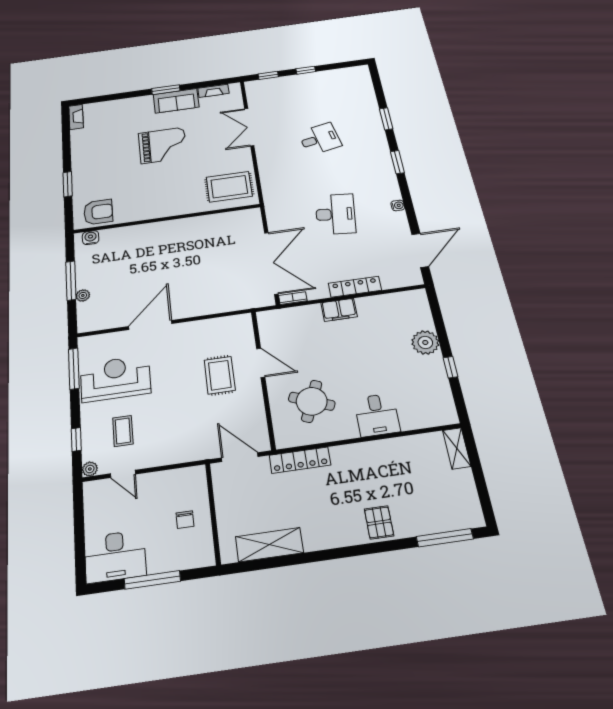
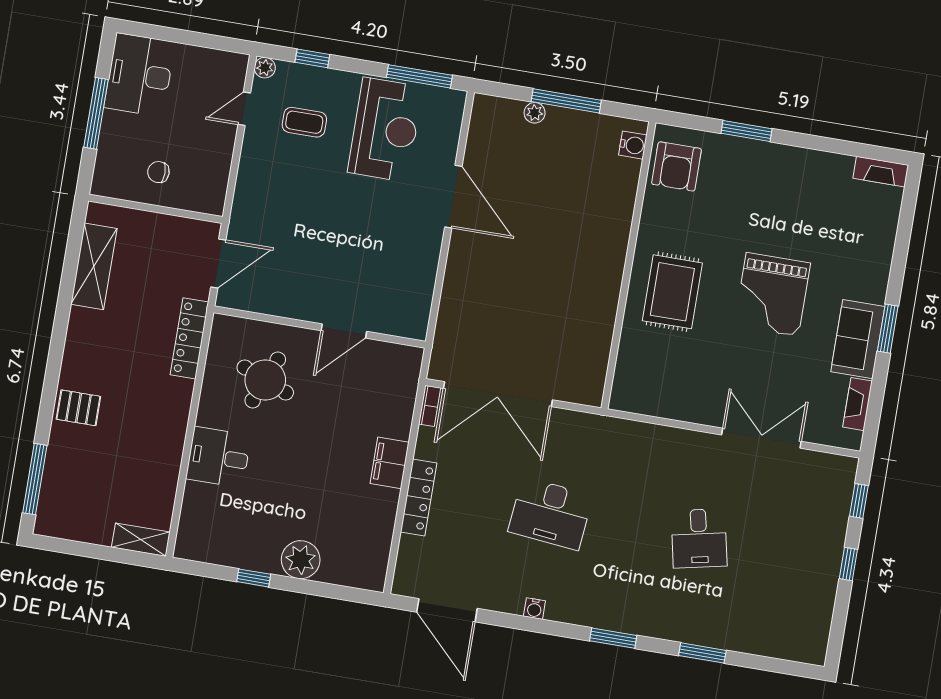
rug: (229, 187) -> (672, 292), moved
rug: (220, 375) -> (344, 271), removed

